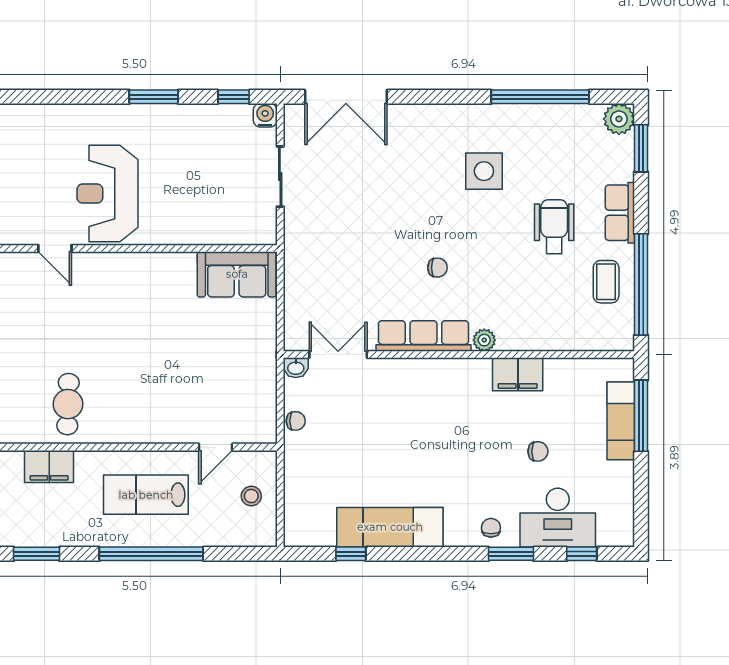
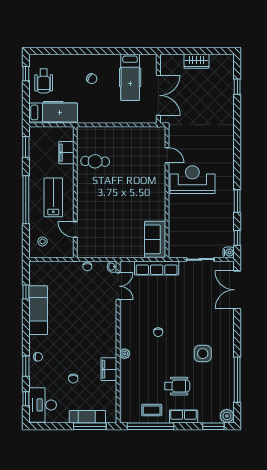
door: (55, 249) -> (167, 155), swing flipped
row of seats: (423, 336) -> (157, 268), moved, turned 90
stool: (251, 496) -> (43, 241), moved
desk: (558, 518) -> (43, 405), moved

